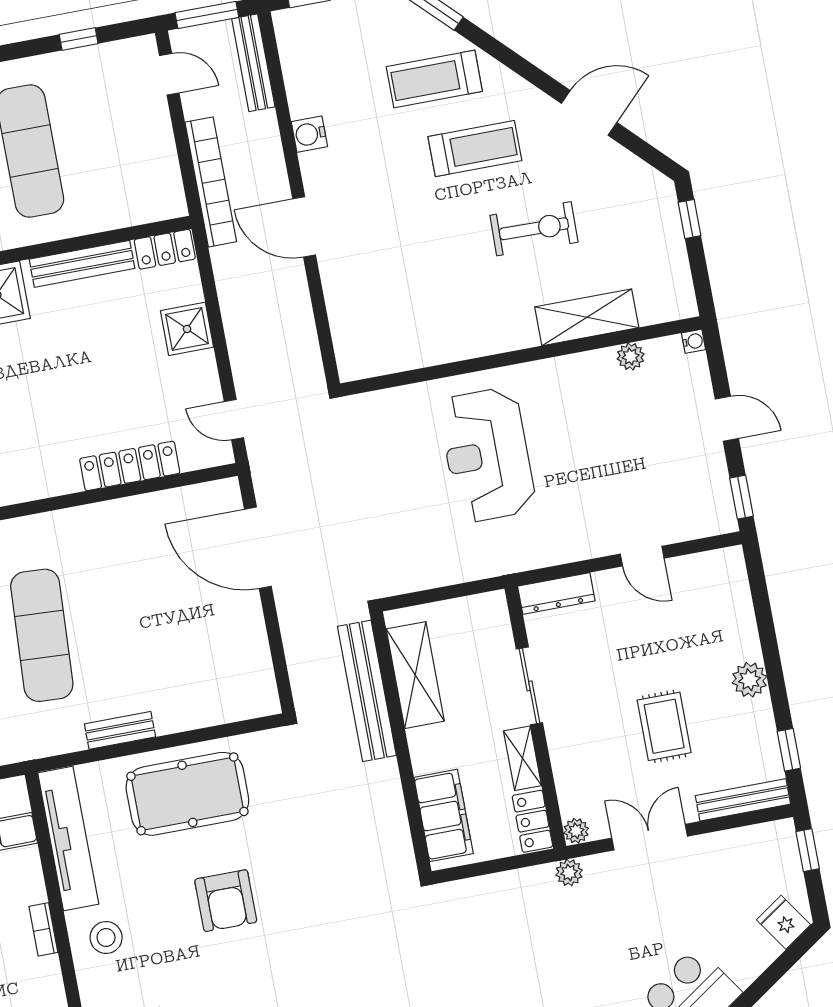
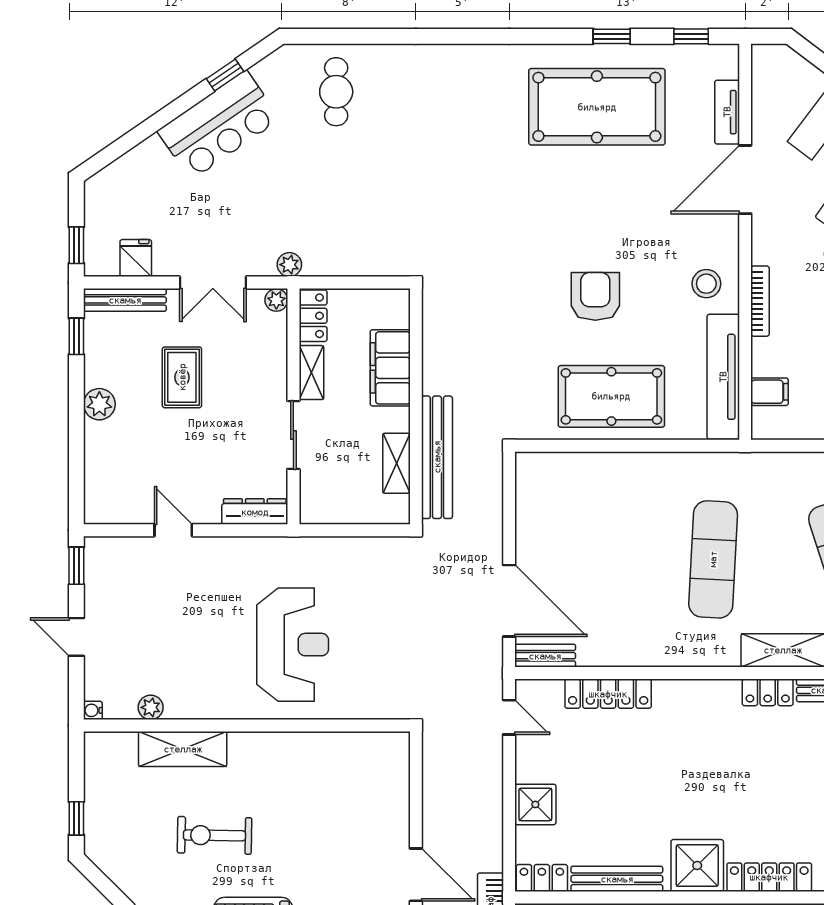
shelving: (415, 675) -> (396, 463), width x0.67, depth x0.75
bench: (120, 730) -> (545, 656), moved
filing cabinet: (444, 815) -> (390, 368), moved
fridge: (784, 922) -> (136, 258), moved, turned -146
bookcase: (43, 929) -> (760, 301), width x1.56

